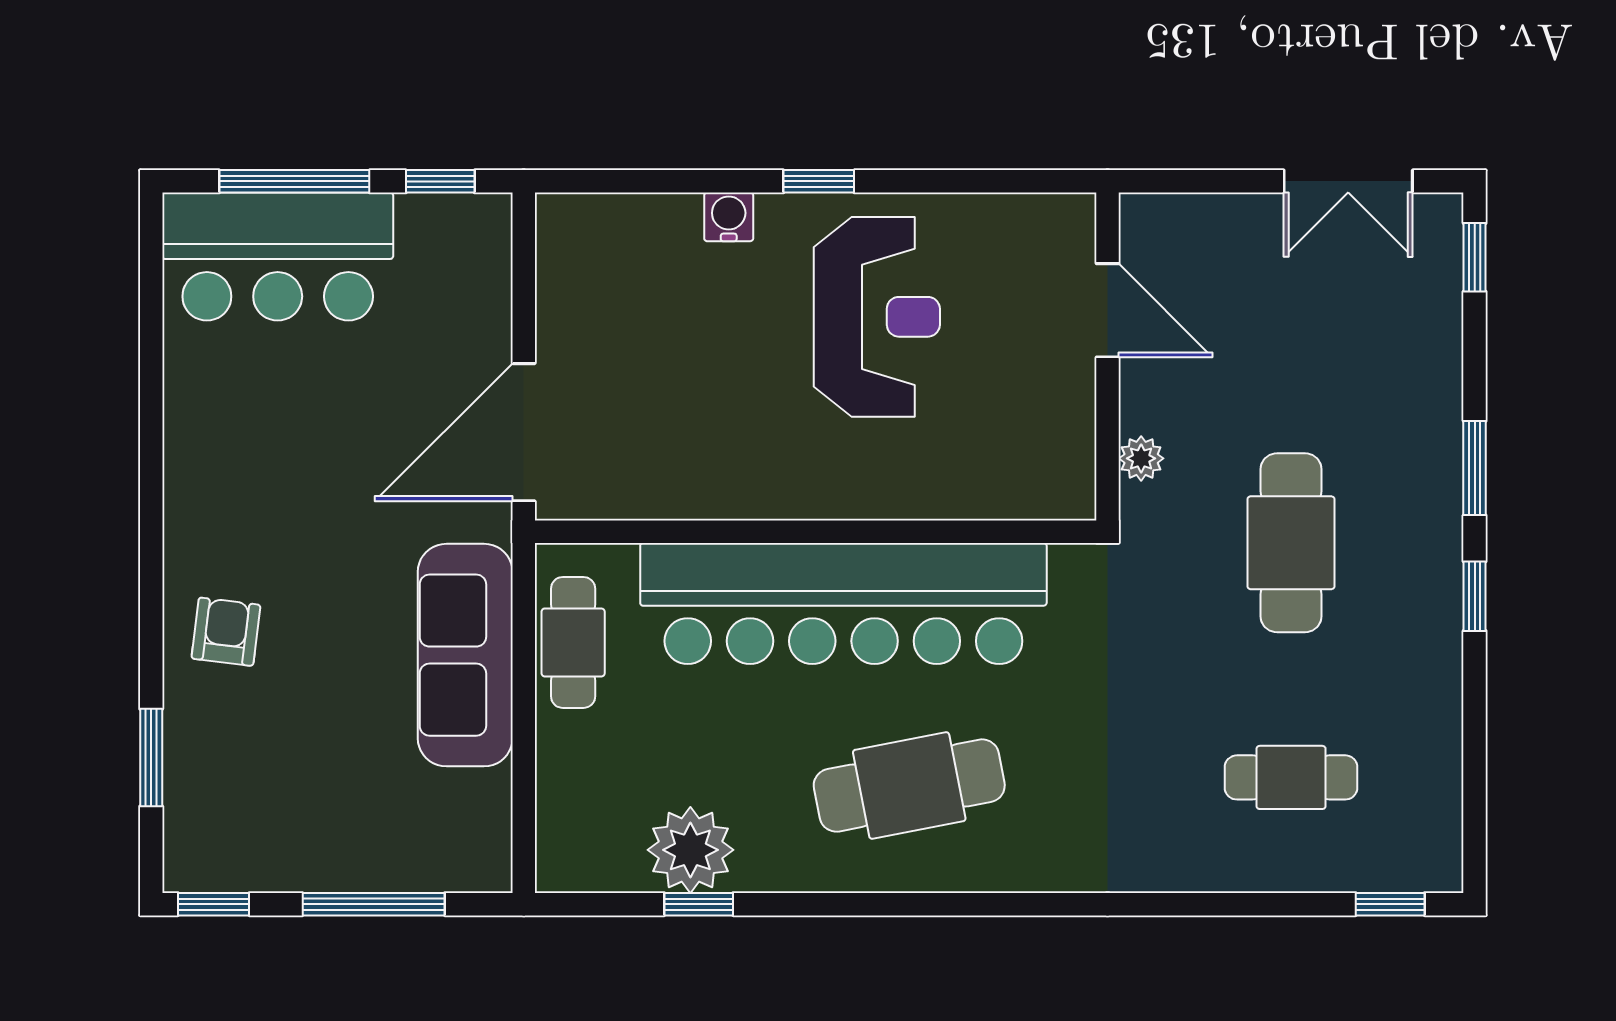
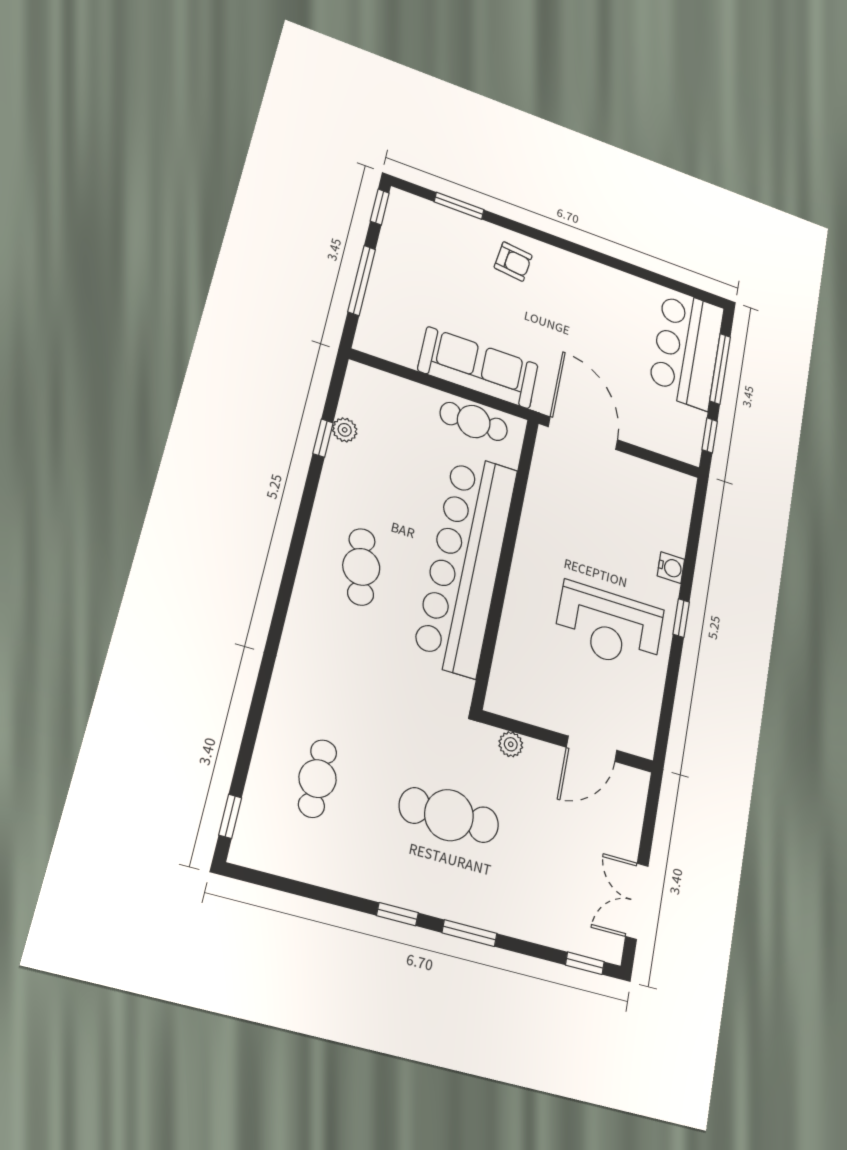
cafe table: (909, 786) -> (361, 567), width x0.73, depth x0.74
plant: (690, 850) -> (345, 430), width x0.53, depth x0.53

